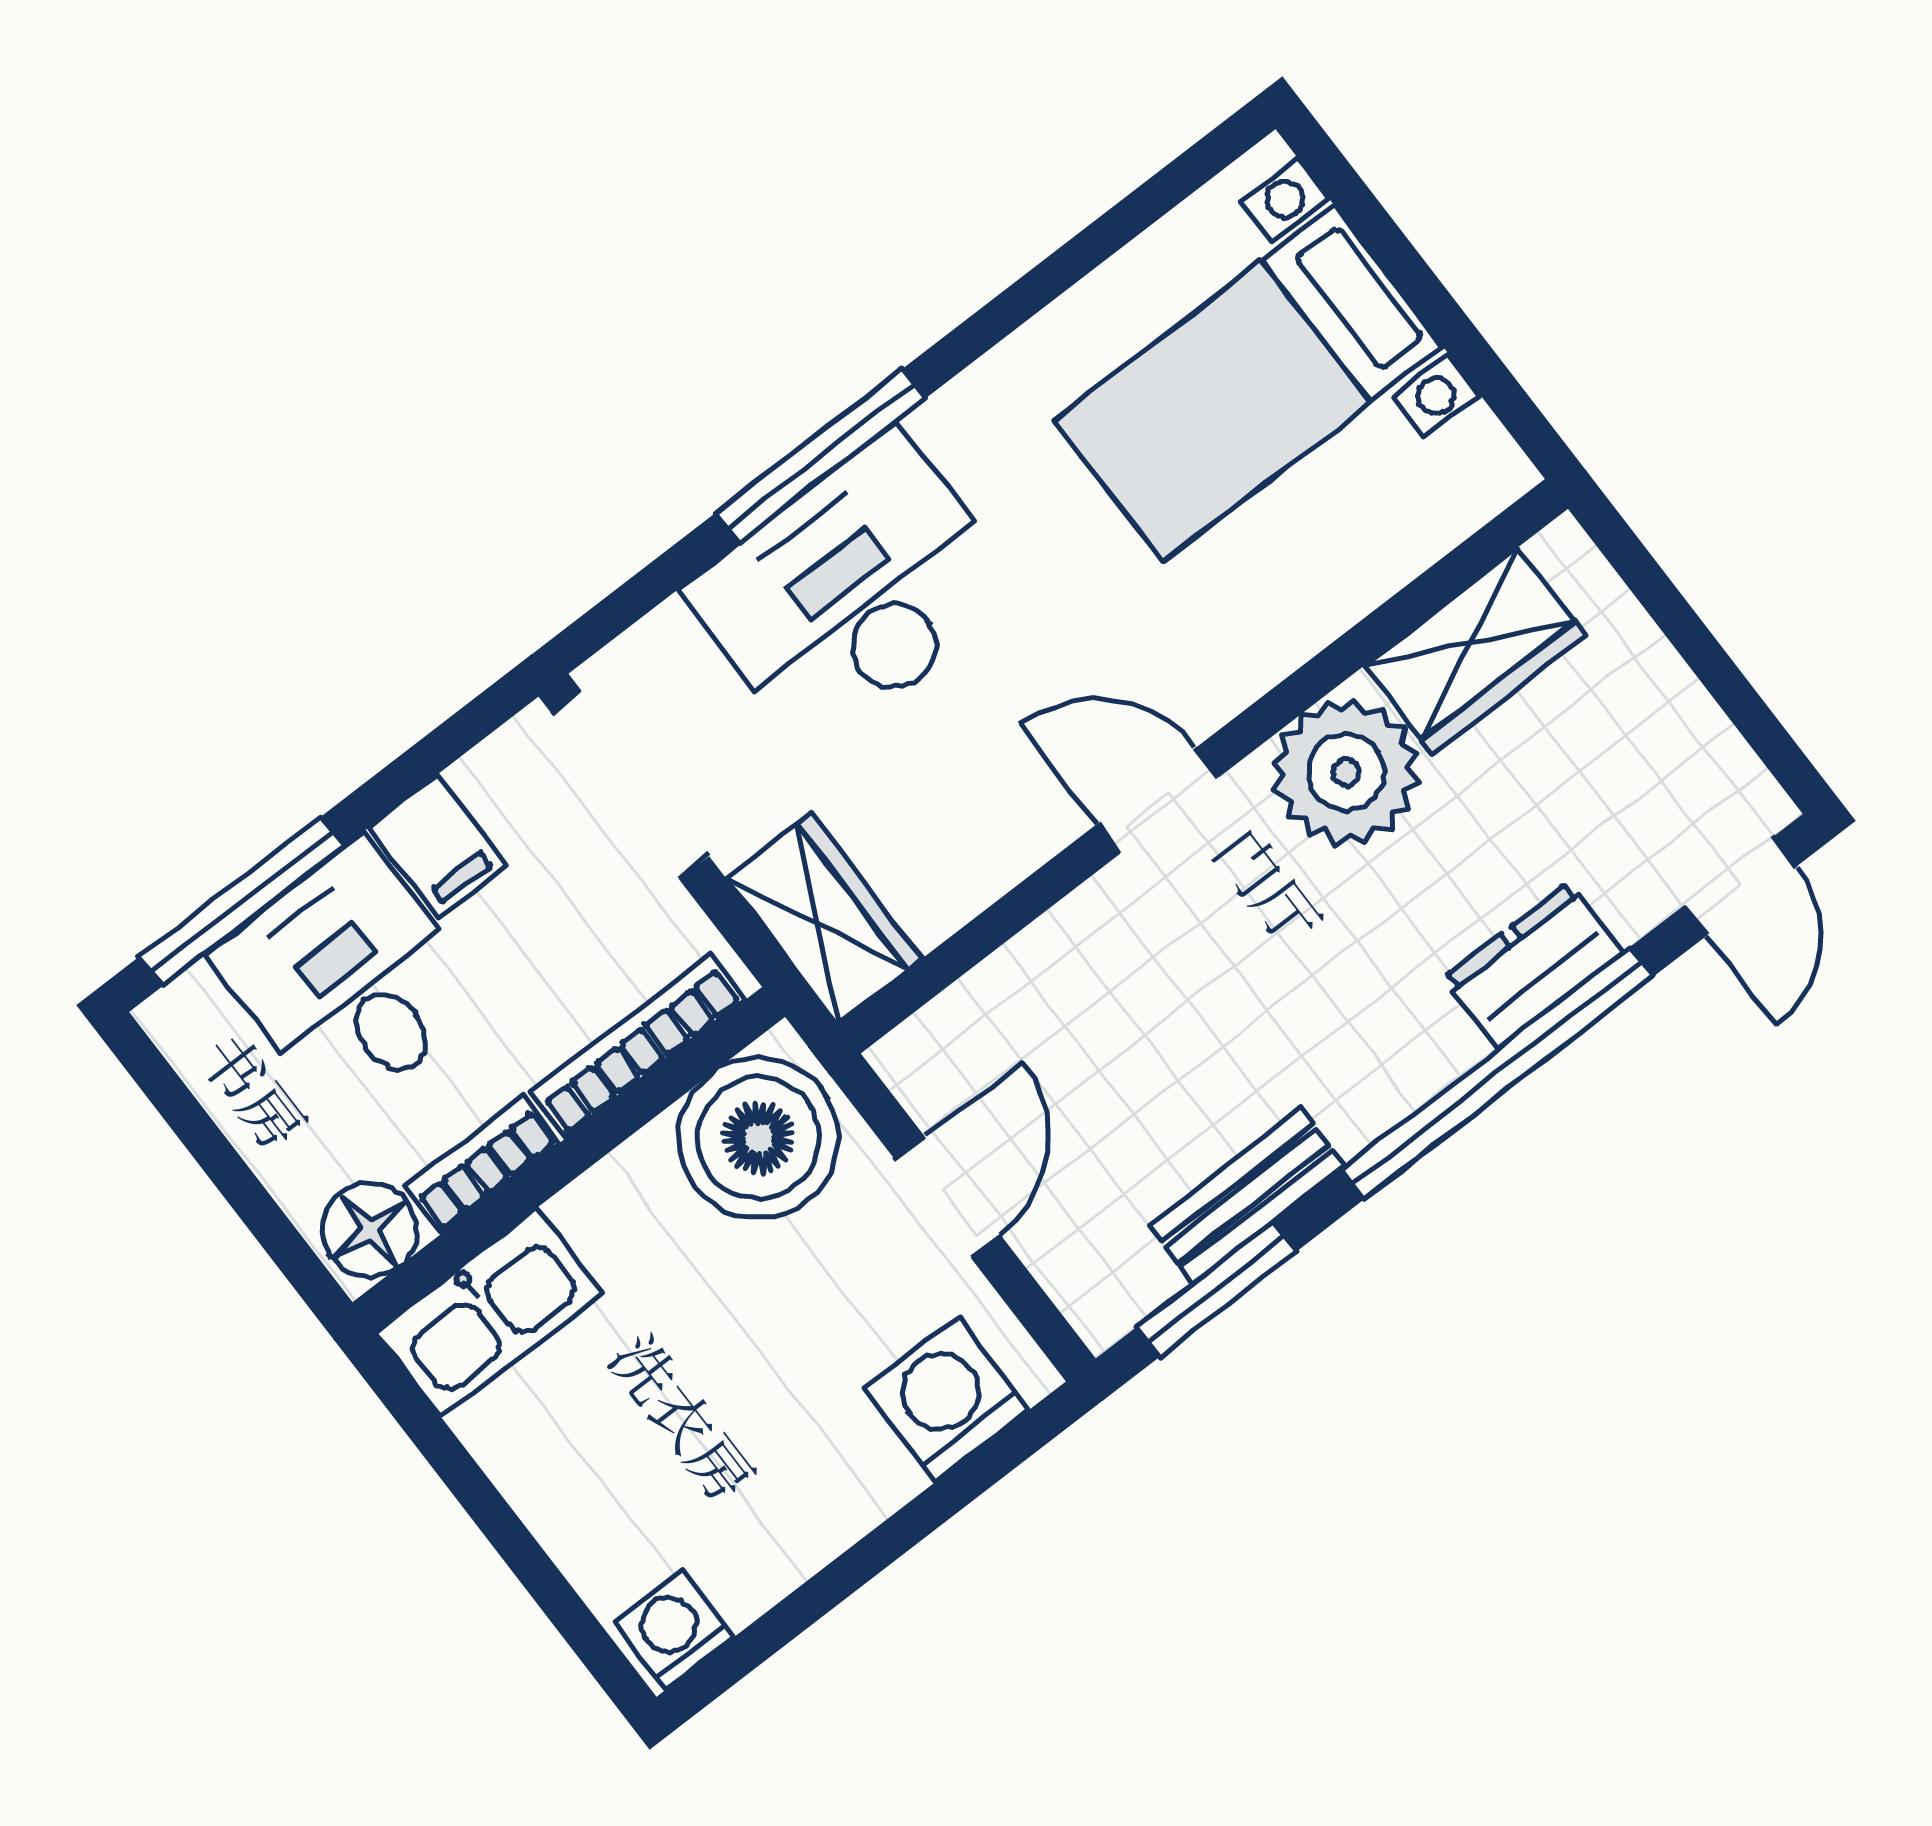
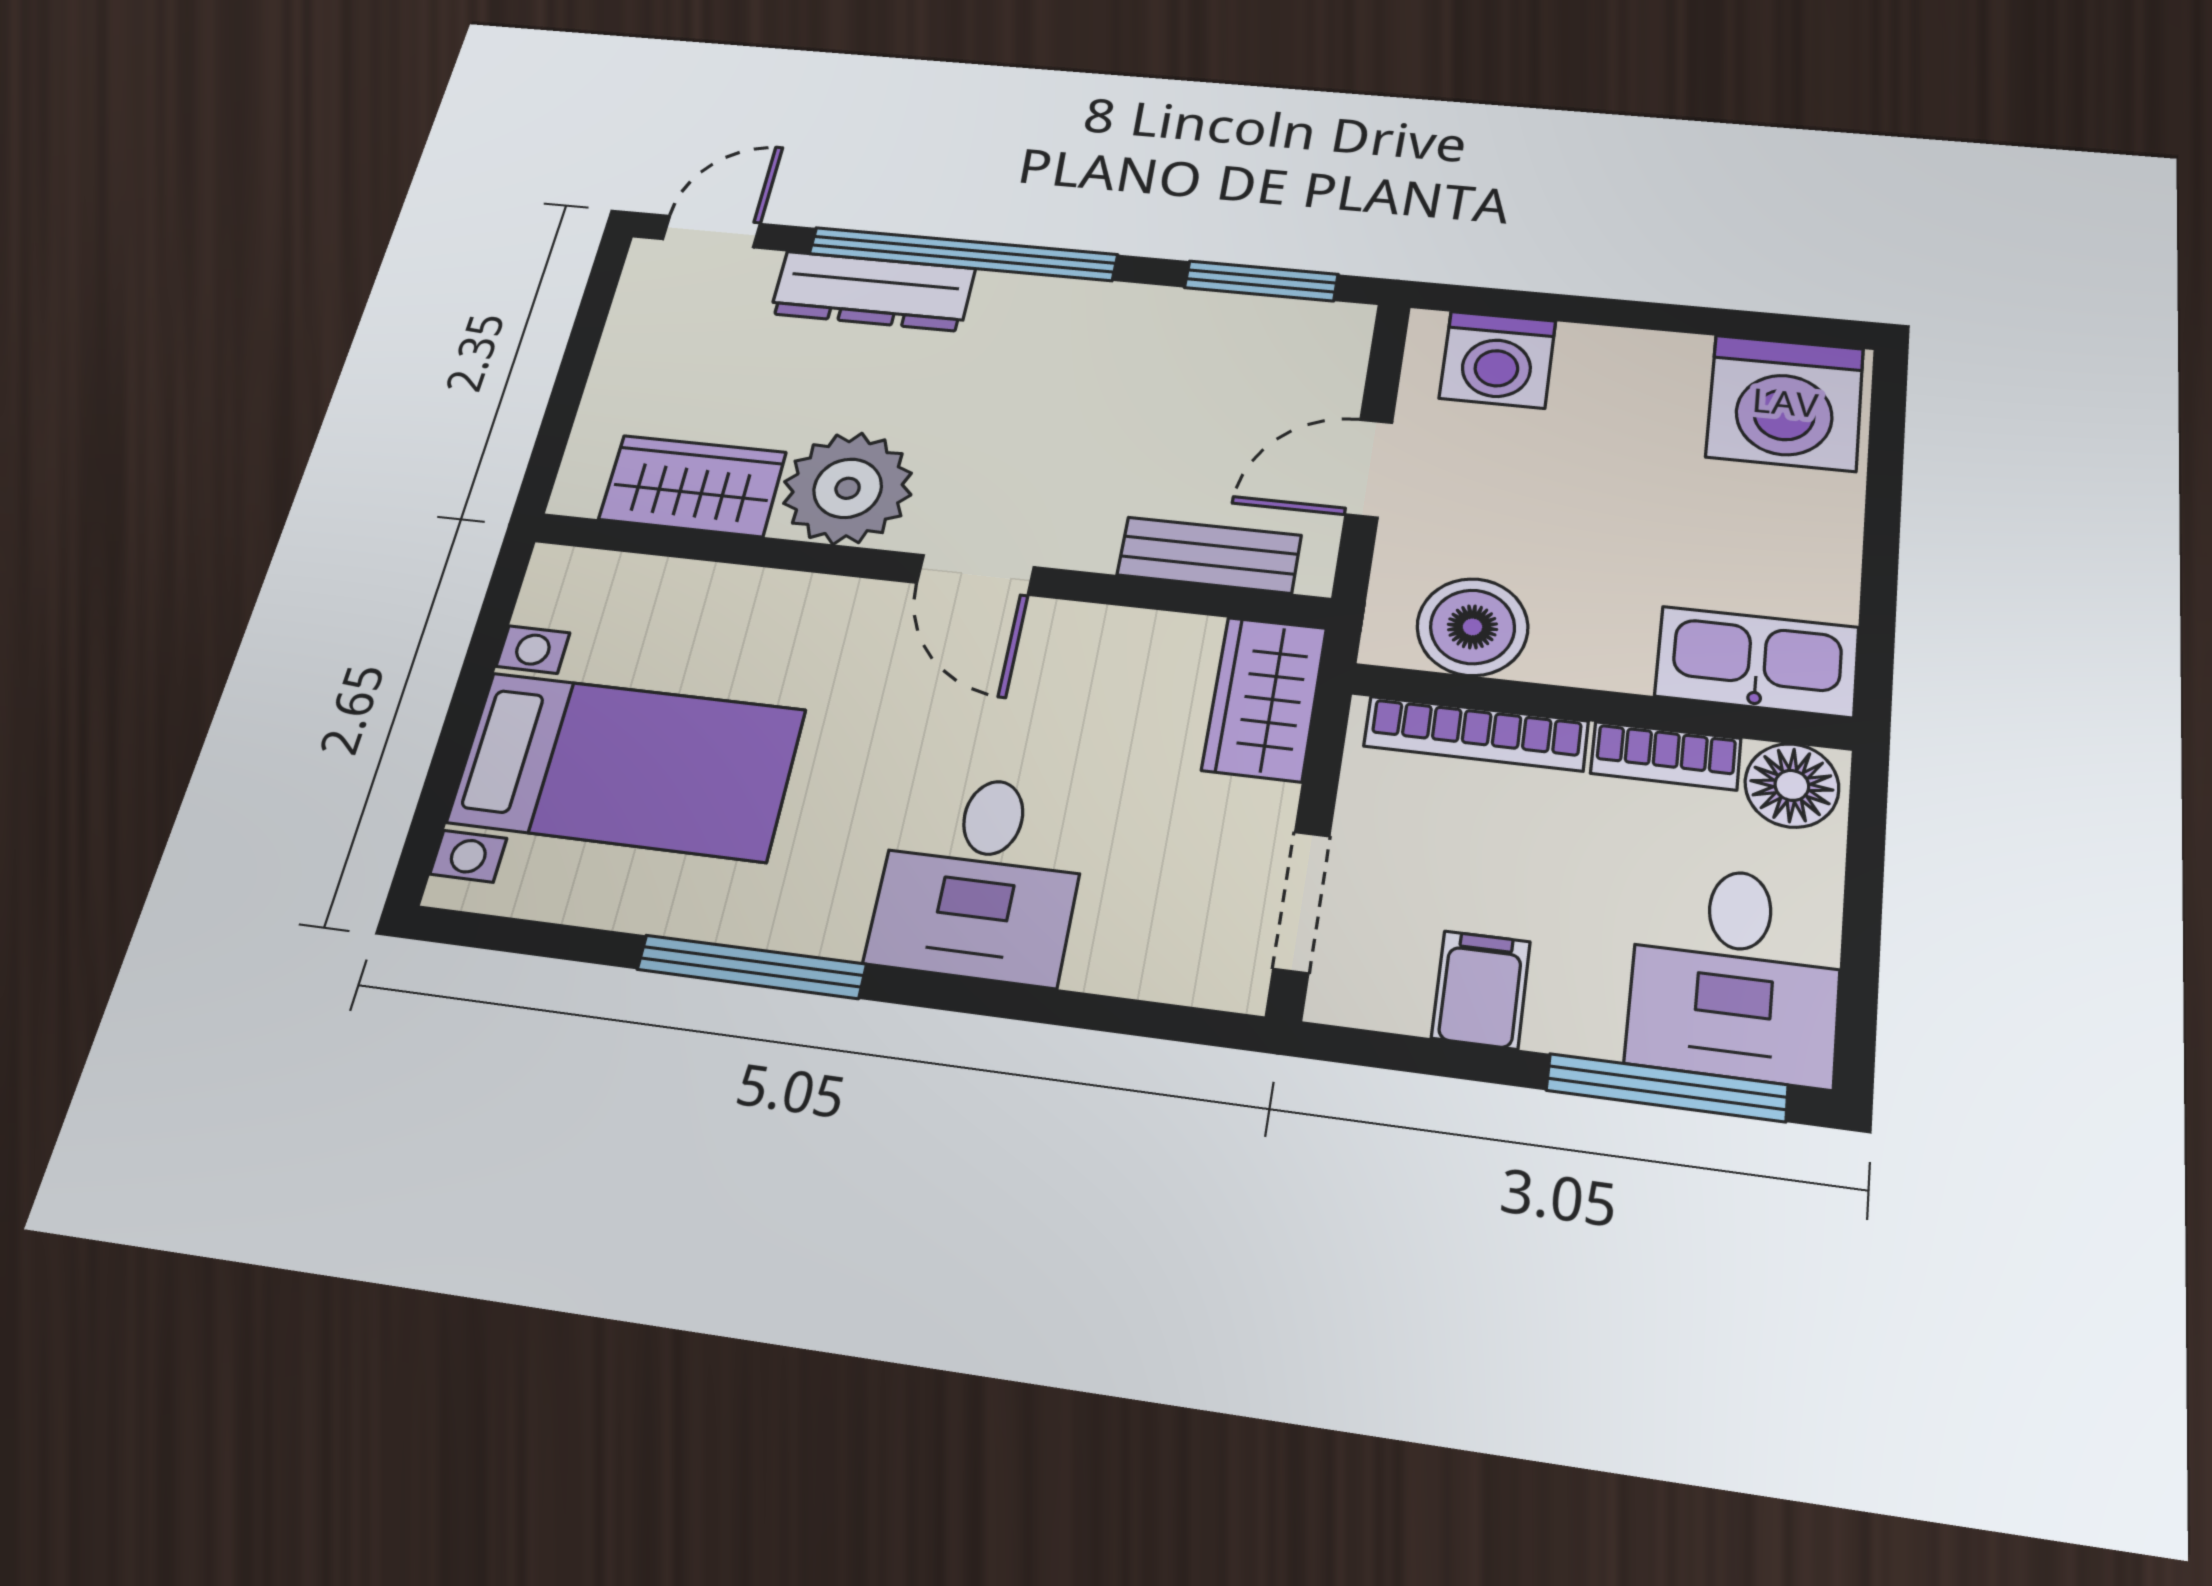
window: (820, 456) -> (751, 967), moved
desk: (853, 592) -> (980, 877), width x0.73
doorway: (630, 785) -> (1302, 902), width x0.73
dresser: (1533, 965) -> (873, 291), width x1.44
desk: (350, 978) -> (1736, 973), moved
boiler: (759, 1138) -> (1472, 627), width x0.73, depth x0.73
bench: (1247, 1196) -> (1209, 555), moved
washing machine: (673, 1630) -> (1785, 403), width x1.89, depth x1.89

